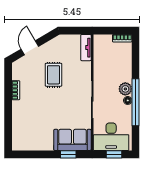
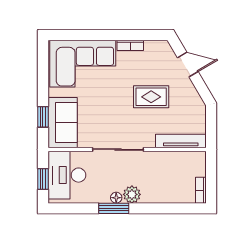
tv unit: (86, 48) -> (181, 141), width x1.41
window: (136, 102) -> (114, 208), width x0.47
corner sofa: (29, 125) -> (83, 64), added

